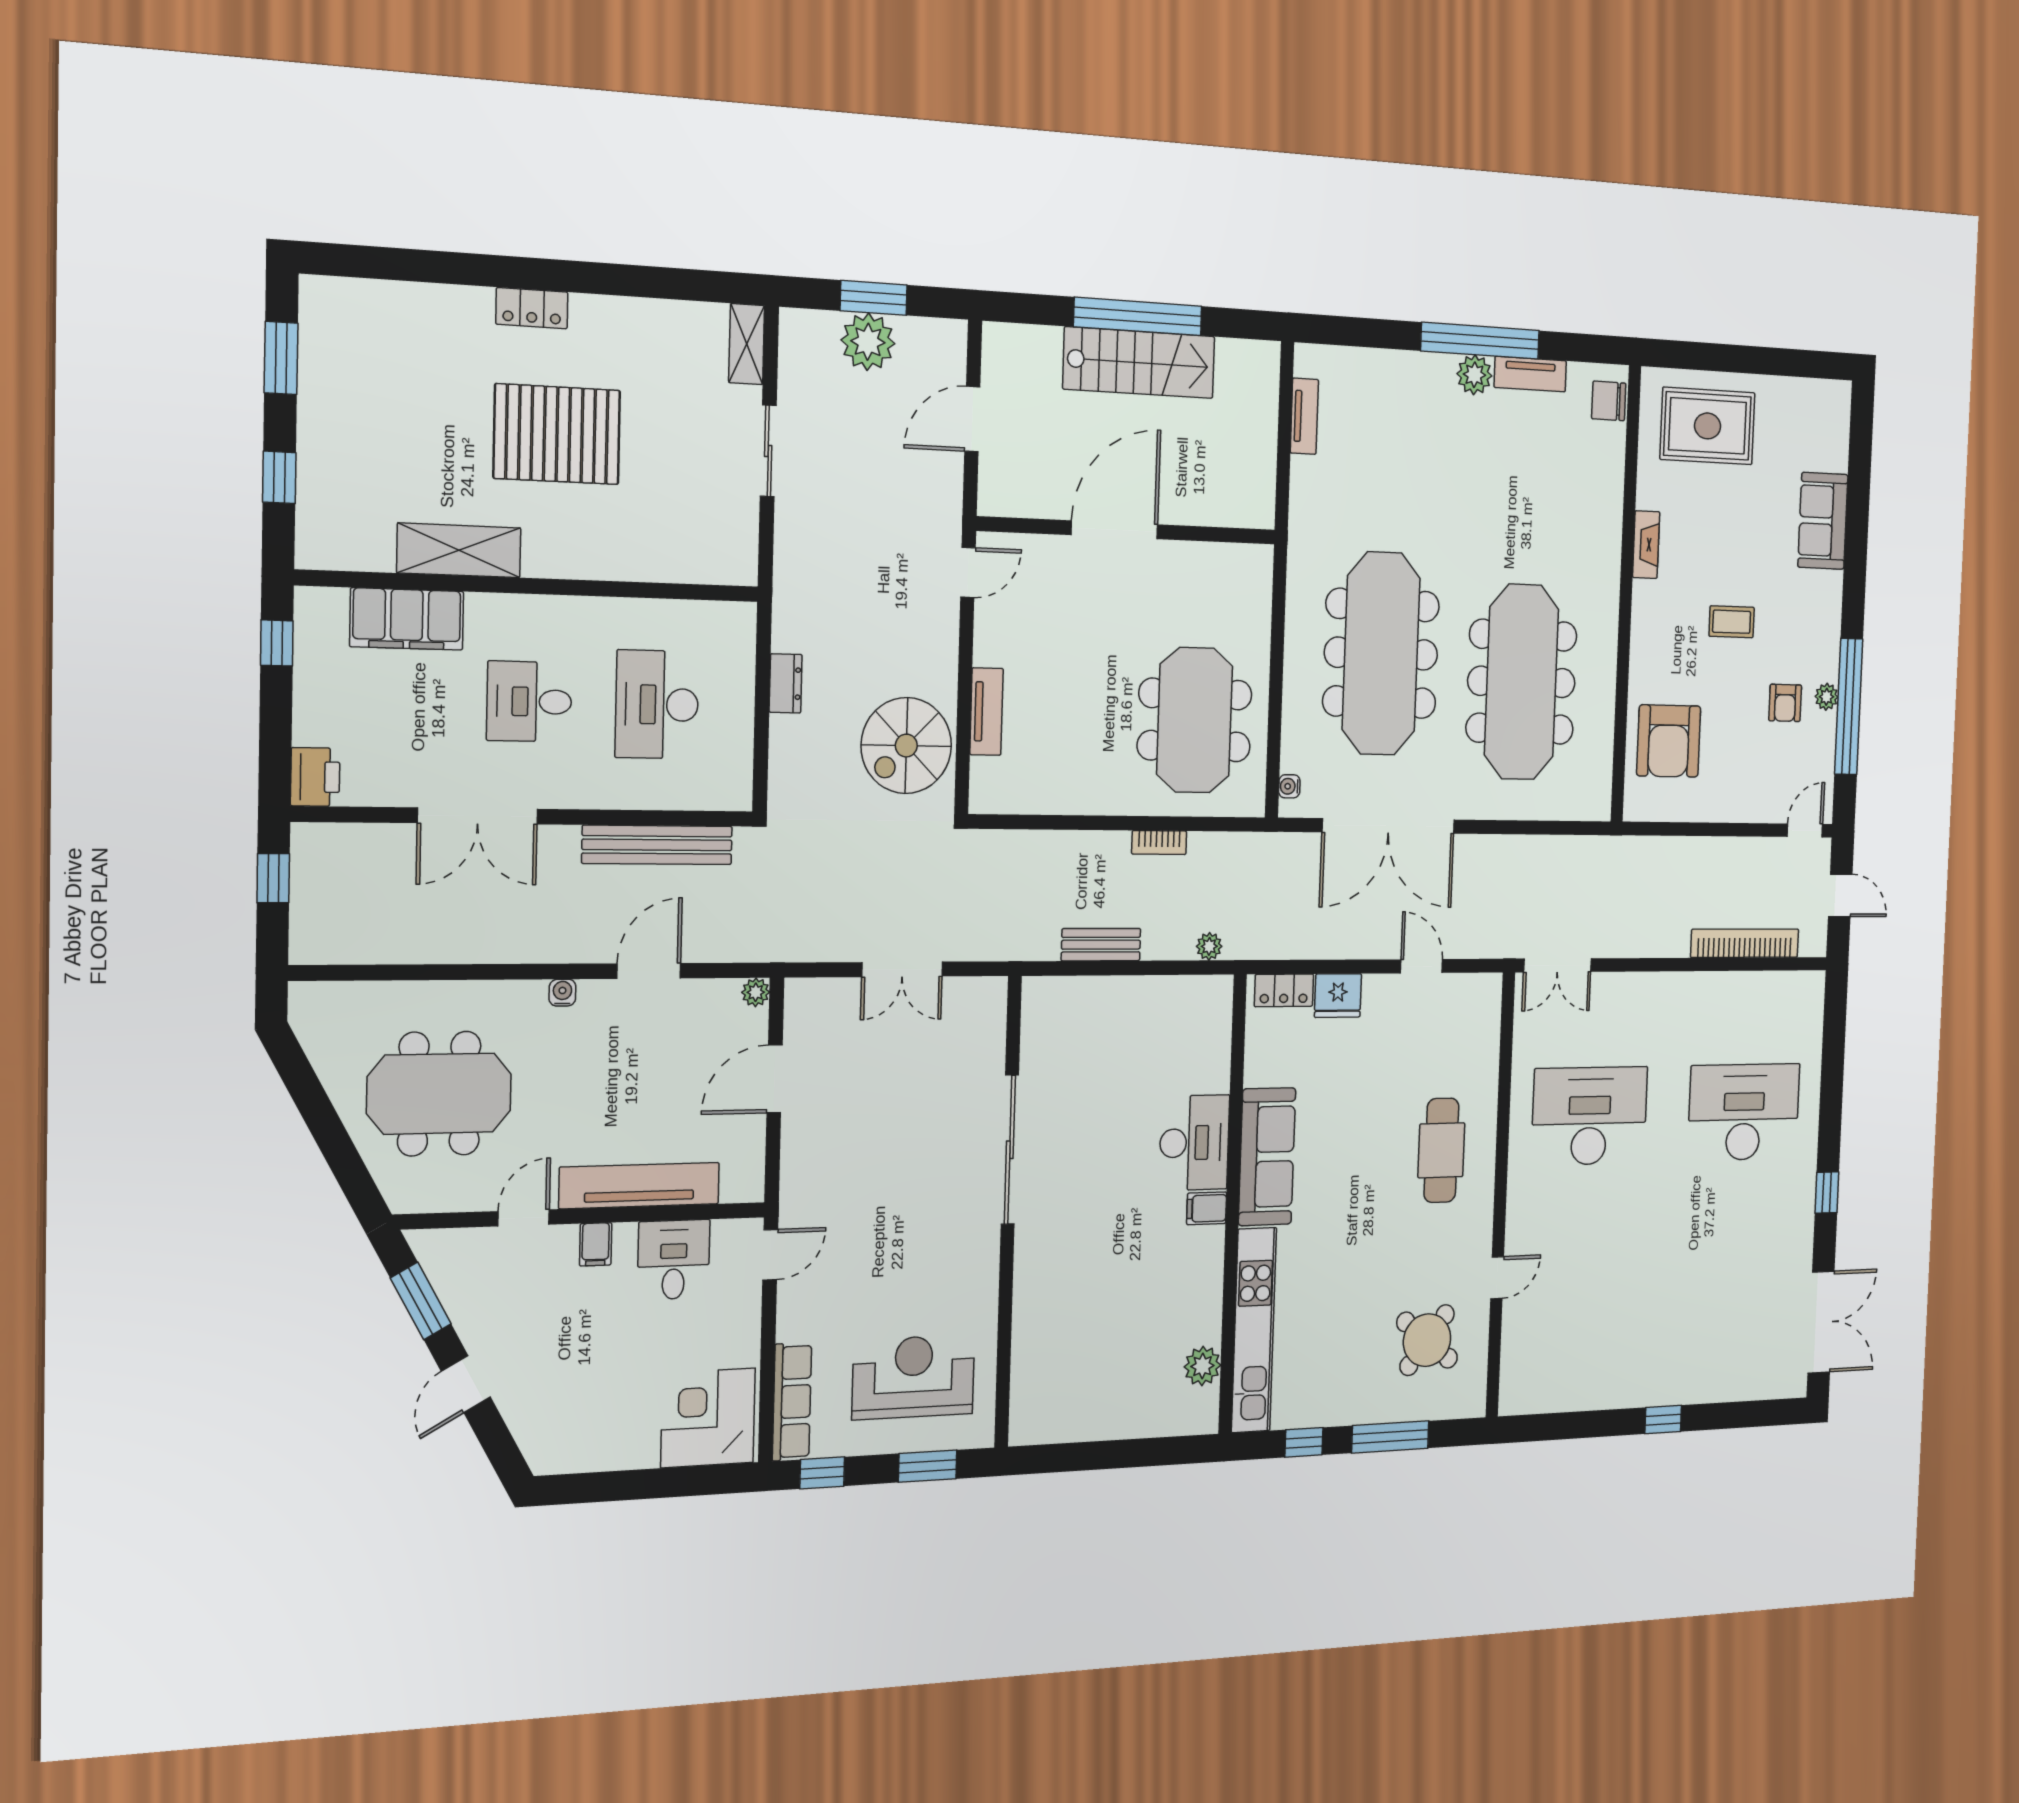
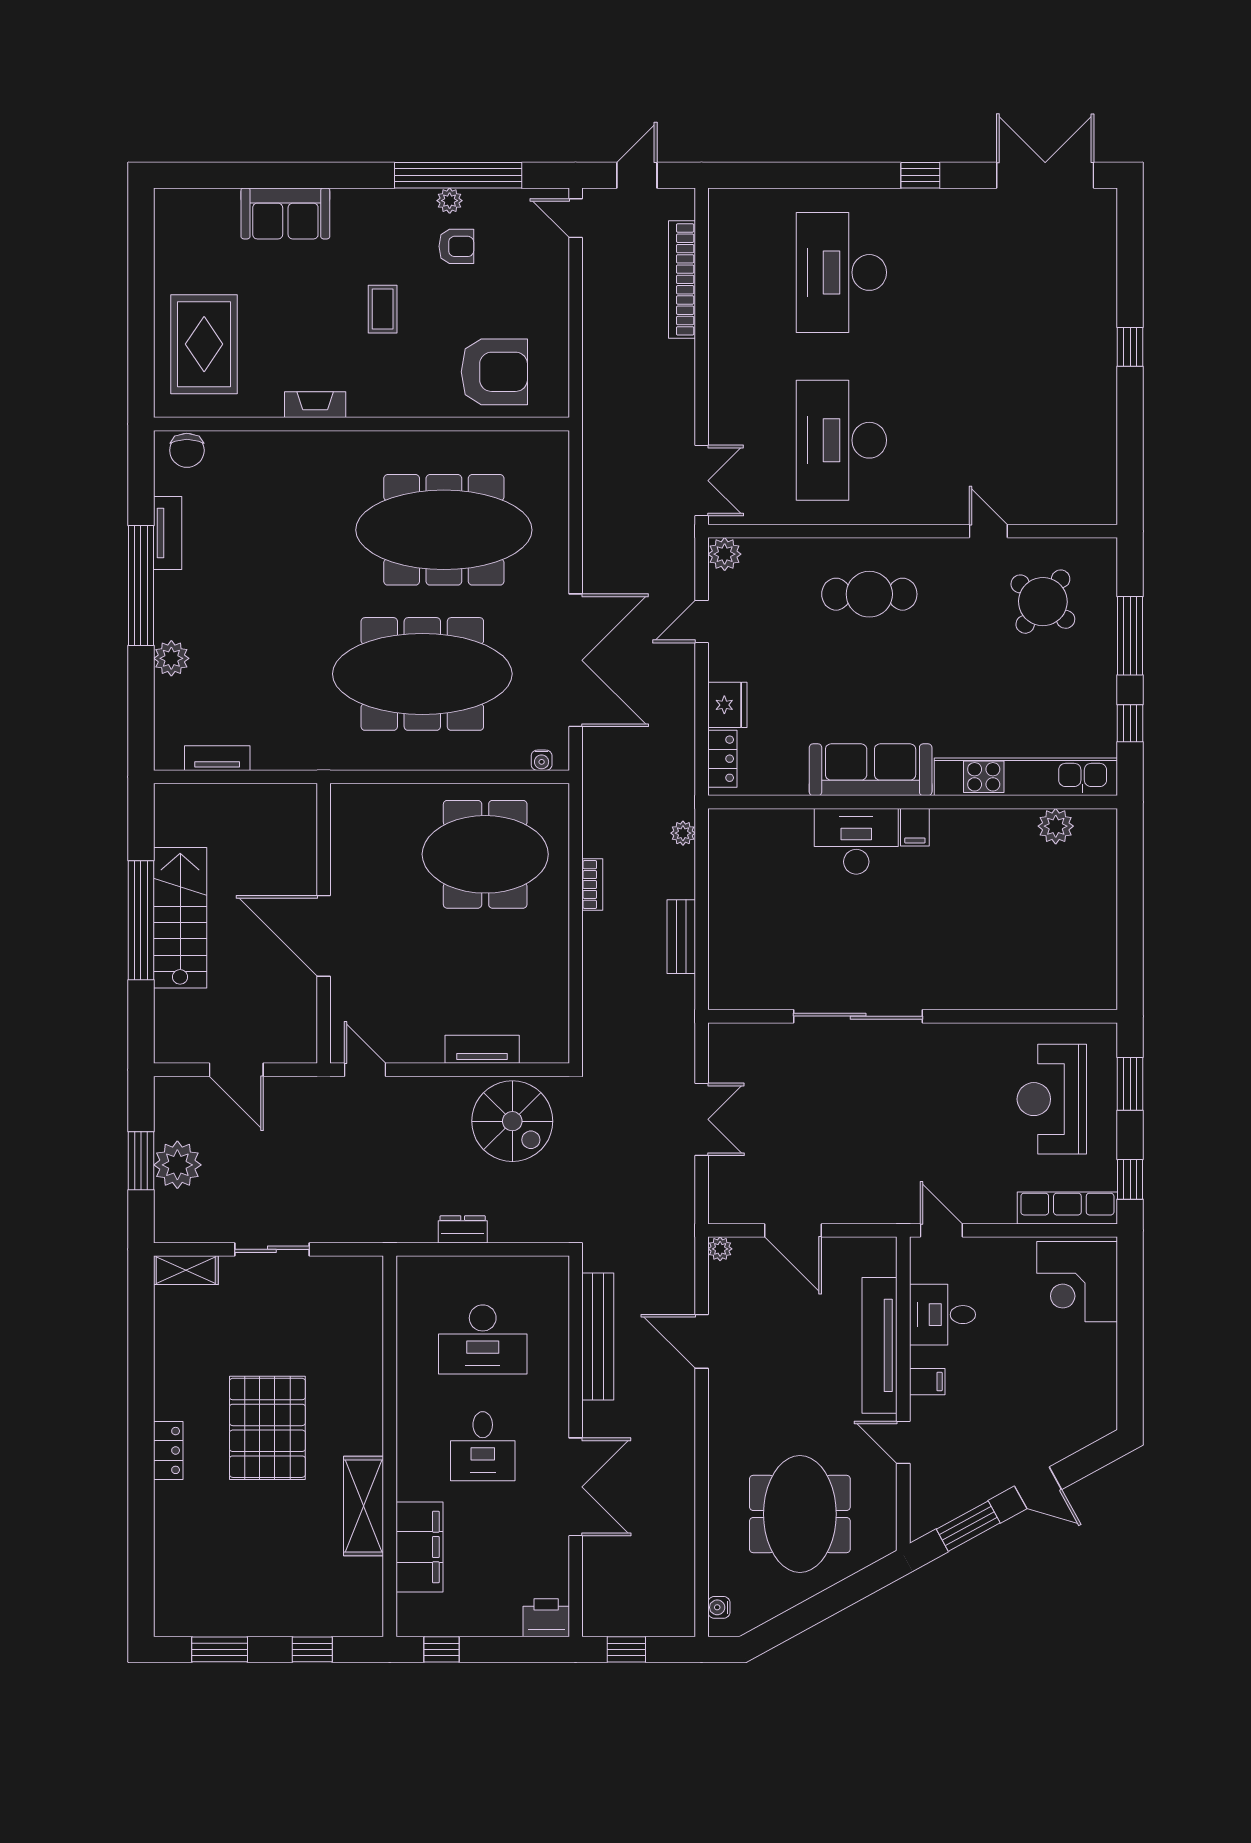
plant: (1474, 375) -> (171, 658), moved
plant: (1486, 991) -> (725, 554), added
water cooler: (562, 993) -> (719, 1607), moved

